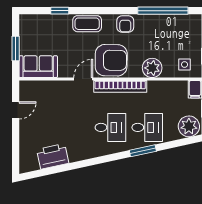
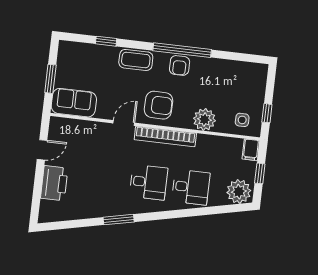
window: (163, 11) -> (182, 50), moved
armchair: (111, 60) -> (158, 105), width x0.73, depth x0.73
window: (143, 151) -> (119, 220), moved
printer: (53, 156) -> (54, 183), moved, turned 102

